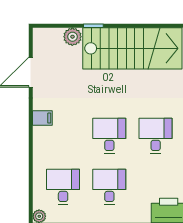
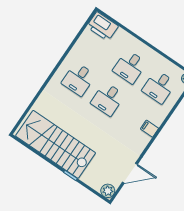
plant: (72, 37) -> (108, 191), moved
filing cabinet: (42, 118) -> (149, 129), moved

